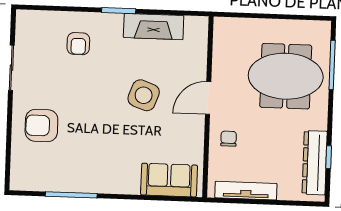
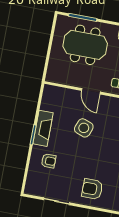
fireplace: (154, 27) -> (43, 128), moved
meeting table: (286, 76) -> (85, 45), turned 90
armchair: (41, 125) -> (92, 189), turned 90

